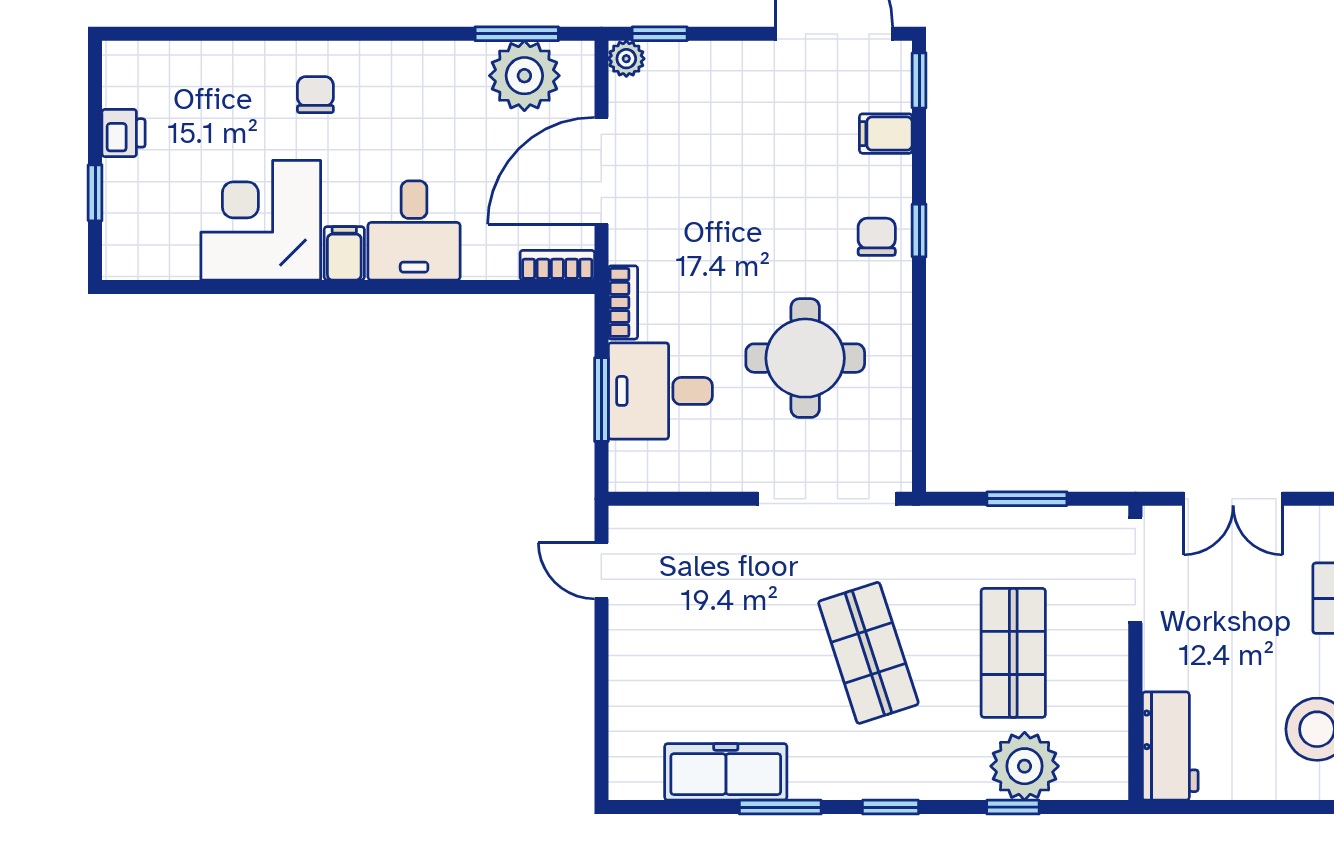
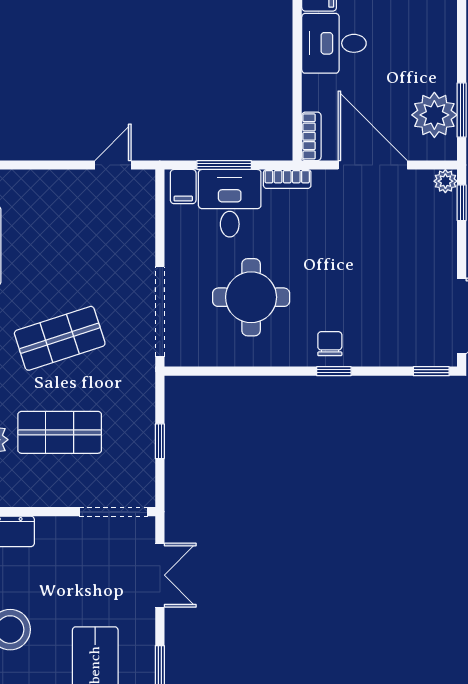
filing cabinet: (886, 134) -> (183, 187), moved, turned 180
chair: (877, 237) -> (330, 344), turned -90
window: (1027, 499) -> (160, 441), width x0.67
double door: (1233, 499) -> (160, 575), swing flipped

